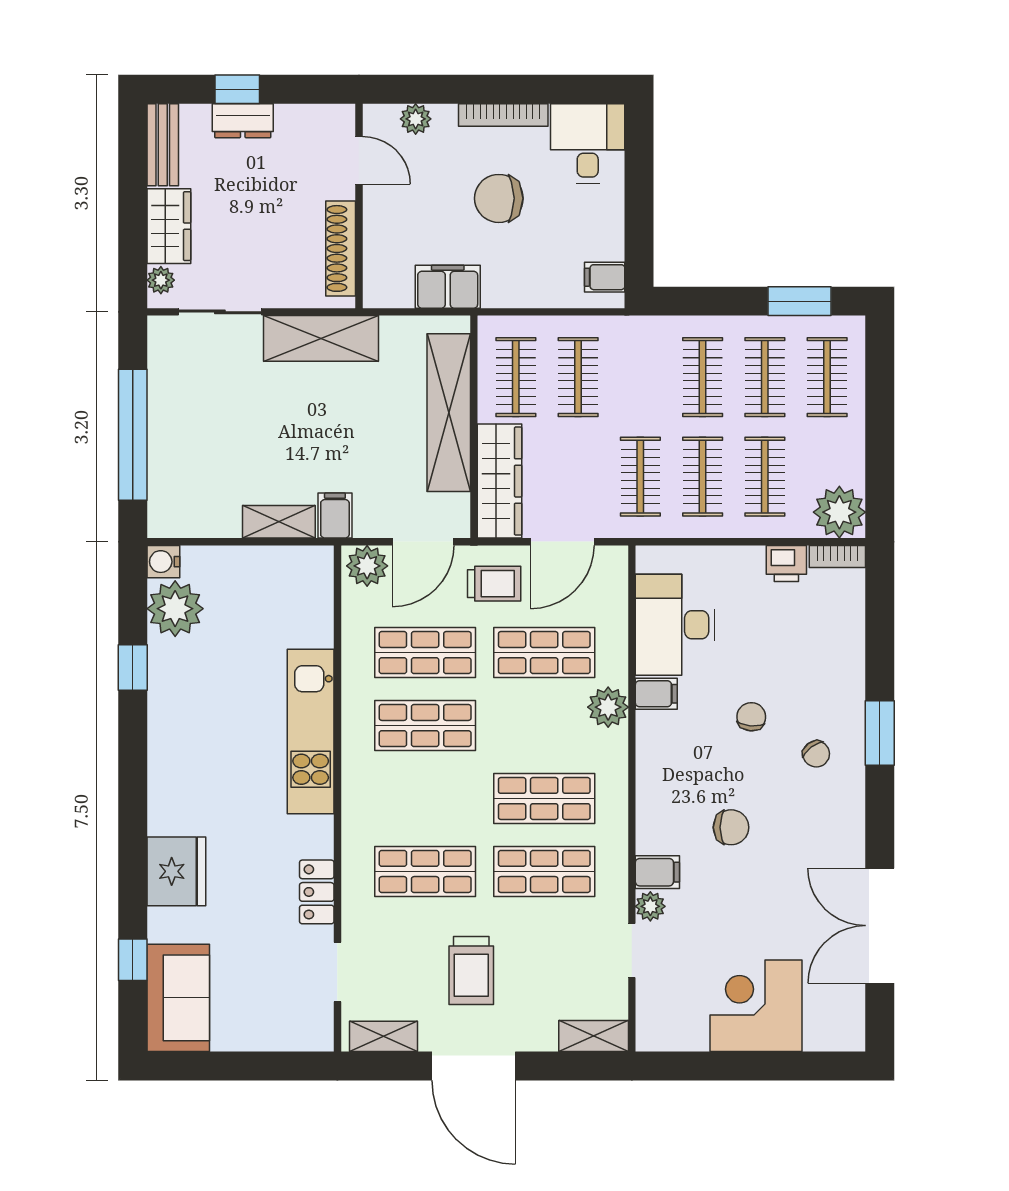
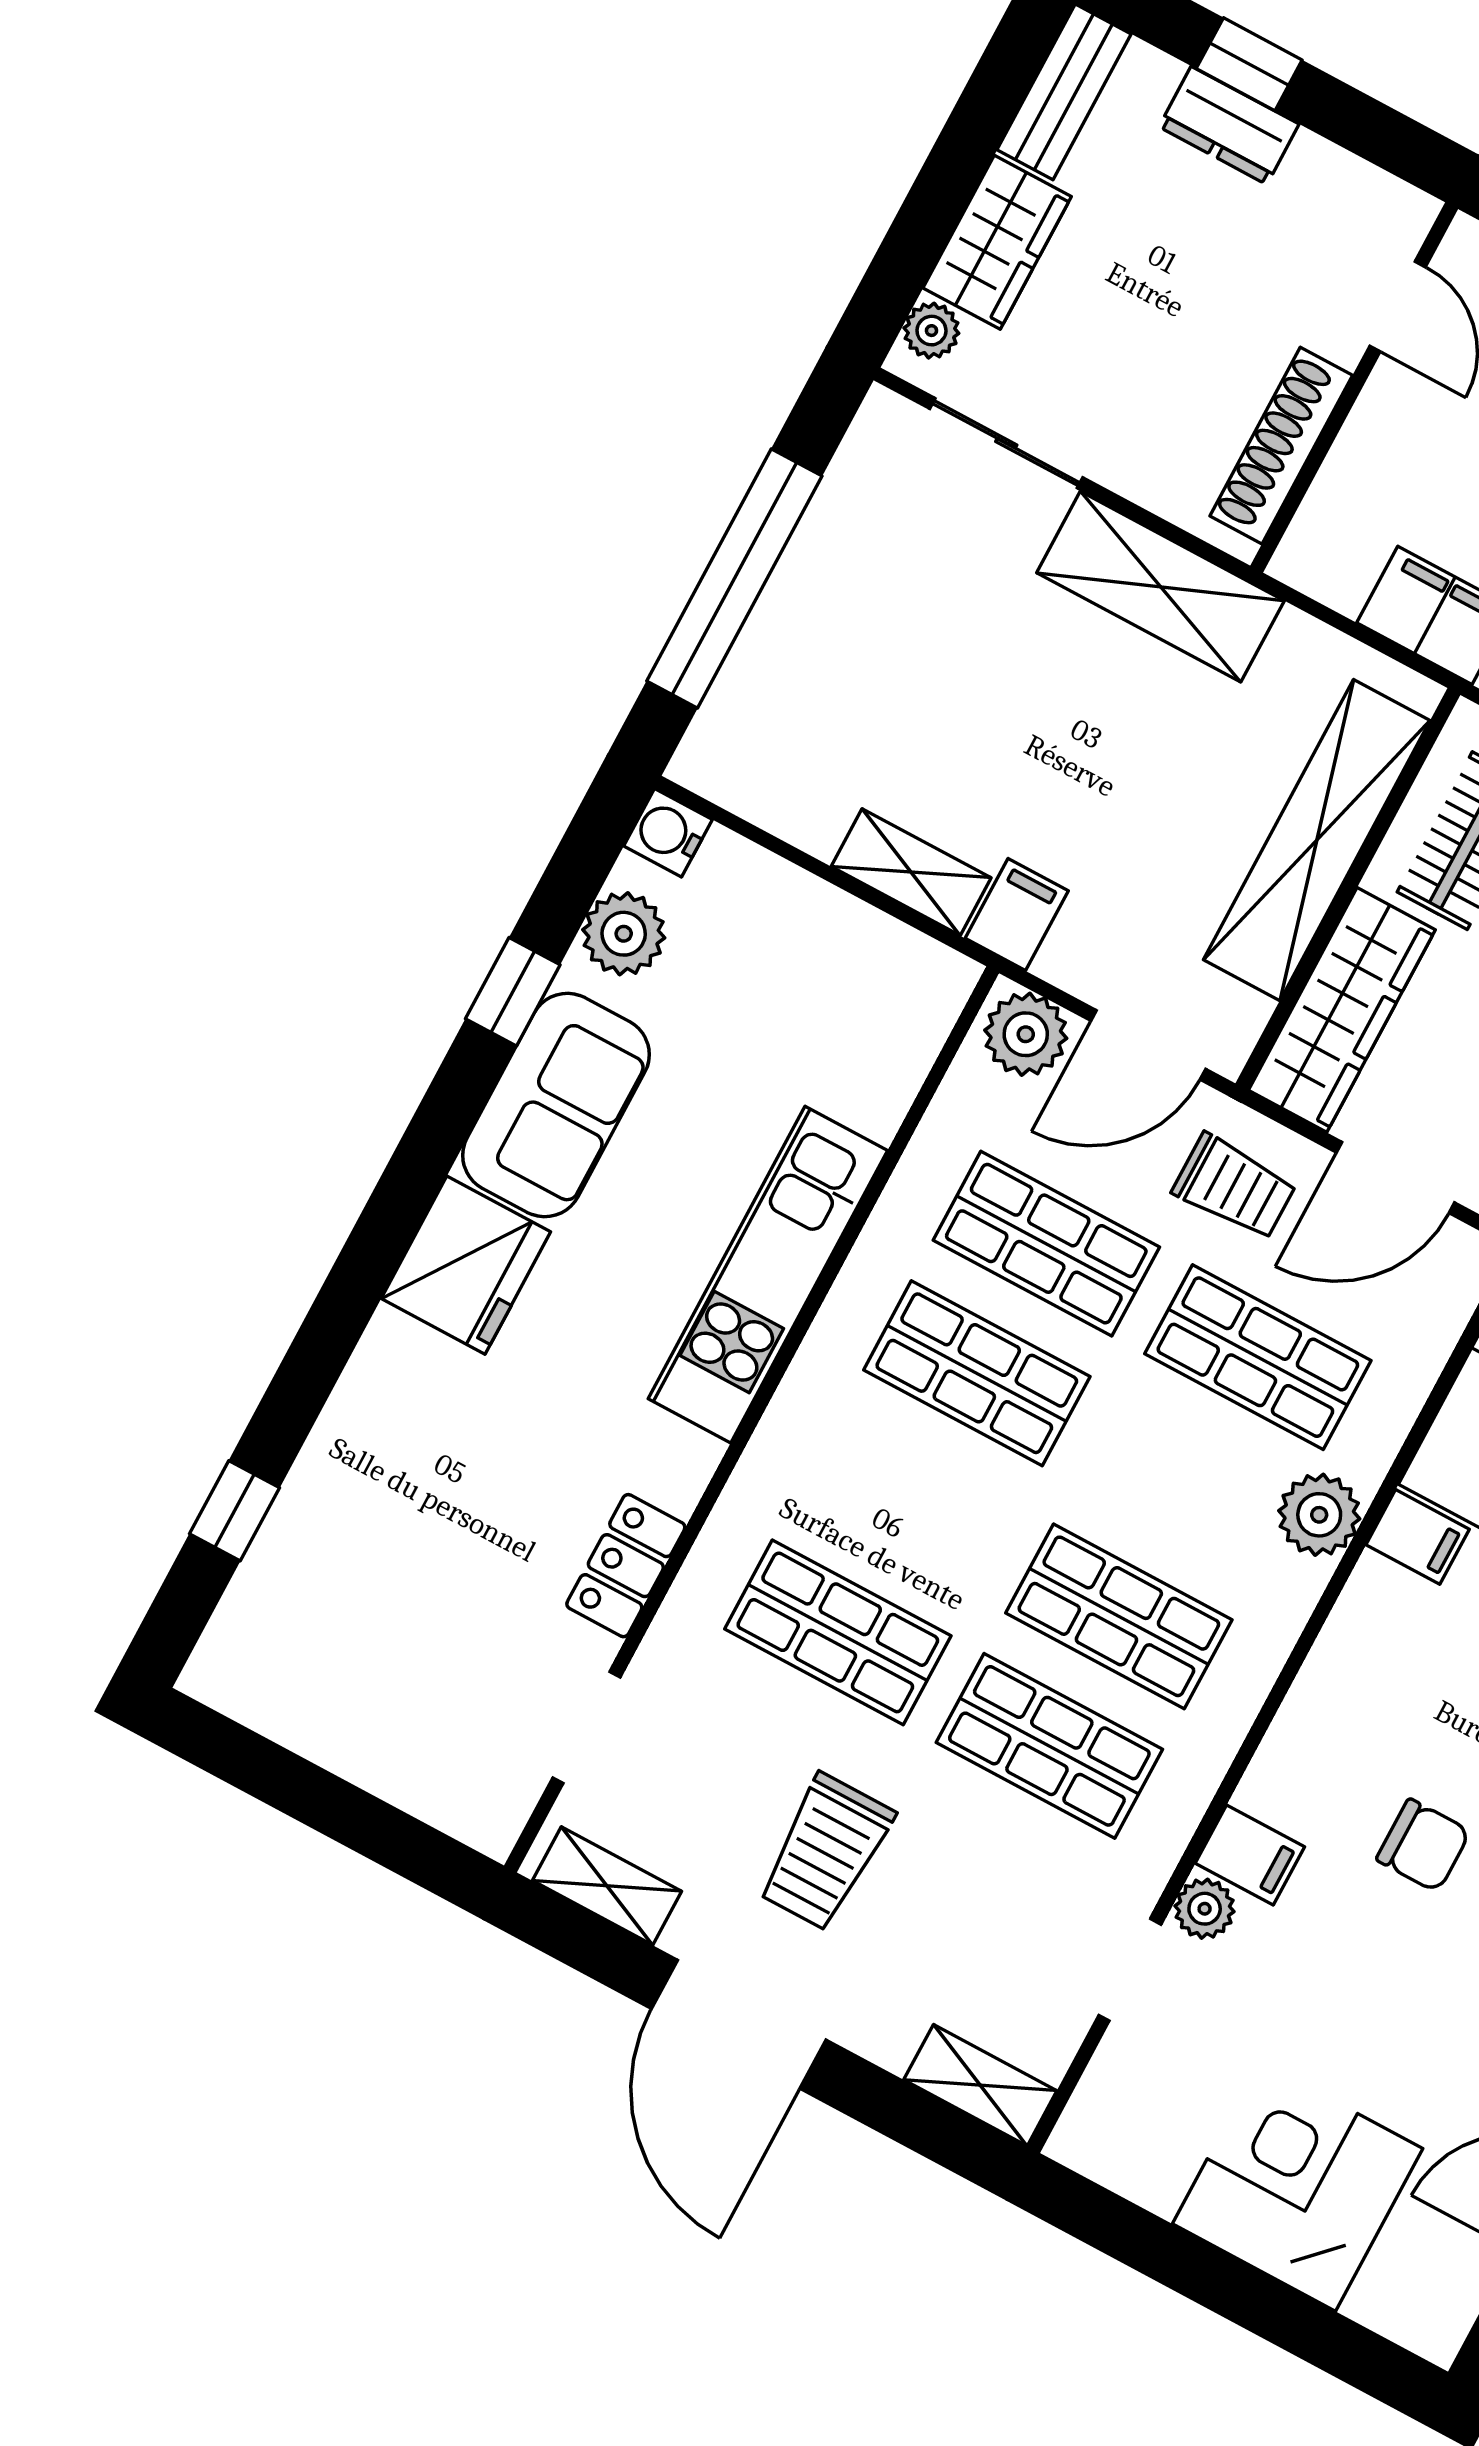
plant: (175, 609) -> (624, 934), width x0.73, depth x0.73
fridge: (176, 871) -> (466, 1265), moved
sofa: (178, 998) -> (556, 1105), moved

